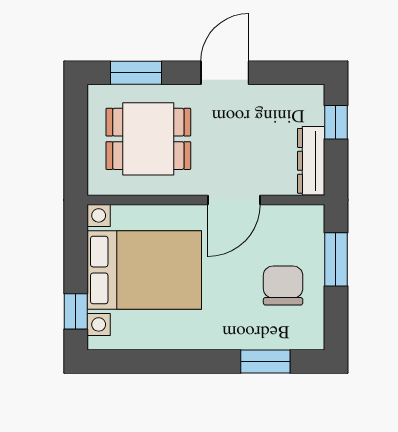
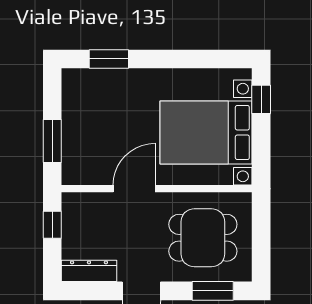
window: (336, 122) -> (52, 225), moved
dresser: (311, 161) -> (89, 271), moved, turned -90
chair: (283, 286) -> (95, 120), removed

